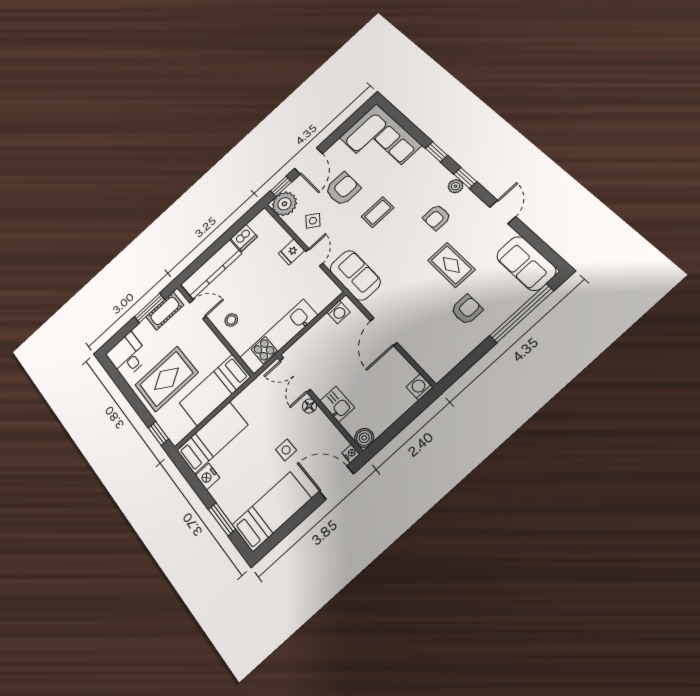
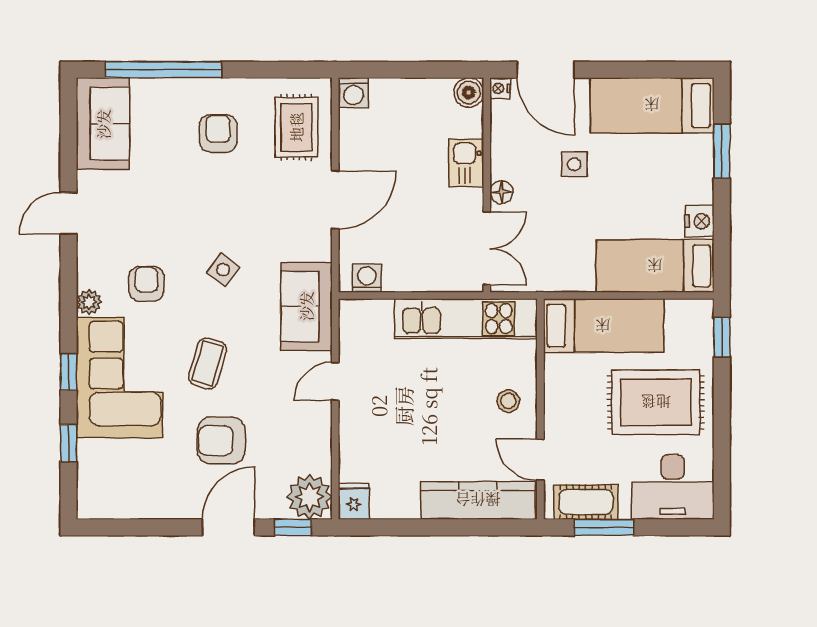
corner sofa: (380, 141) -> (120, 377), moved
window: (465, 178) -> (69, 443), moved
coffee table: (378, 212) -> (208, 363), turned -73
armchair: (437, 217) -> (146, 284), turned -90
side table: (313, 221) -> (223, 270), moved
dishwasher: (244, 238) -> (400, 502), removed
fridge: (292, 252) -> (354, 501), moved, turned -90
rug: (451, 265) -> (296, 127), moved
armchair: (467, 310) -> (218, 133), turned 90
desk: (128, 355) -> (673, 487), width x1.37

